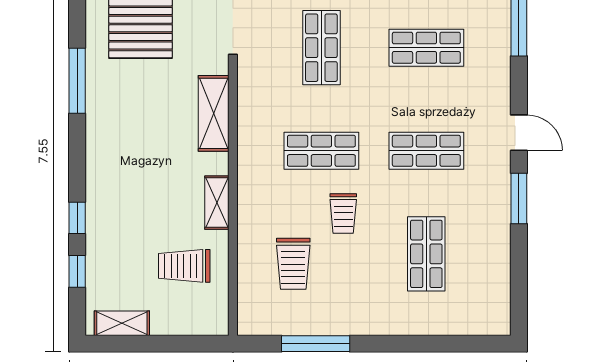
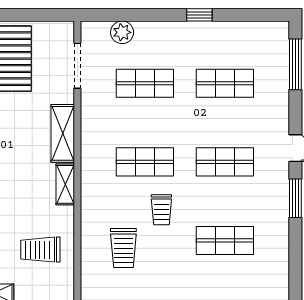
shop shelf: (321, 48) -> (145, 83), turned 90
shelving: (217, 203) -> (65, 184), moved
shop shelf: (426, 254) -> (225, 240), turned 90

